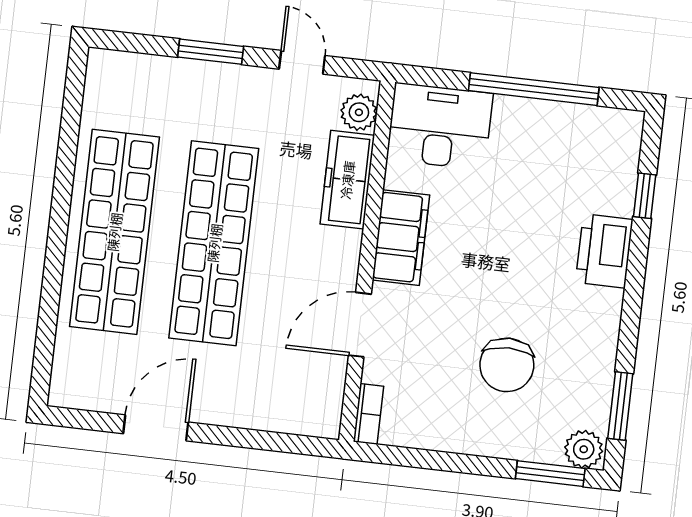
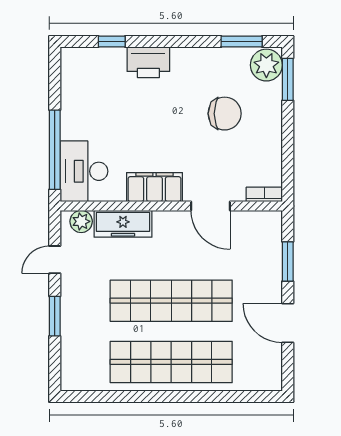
window: (534, 89) -> (55, 150), moved
window: (255, 439) -> (288, 262), added
plant: (584, 449) -> (266, 65), width x1.36, depth x1.36

